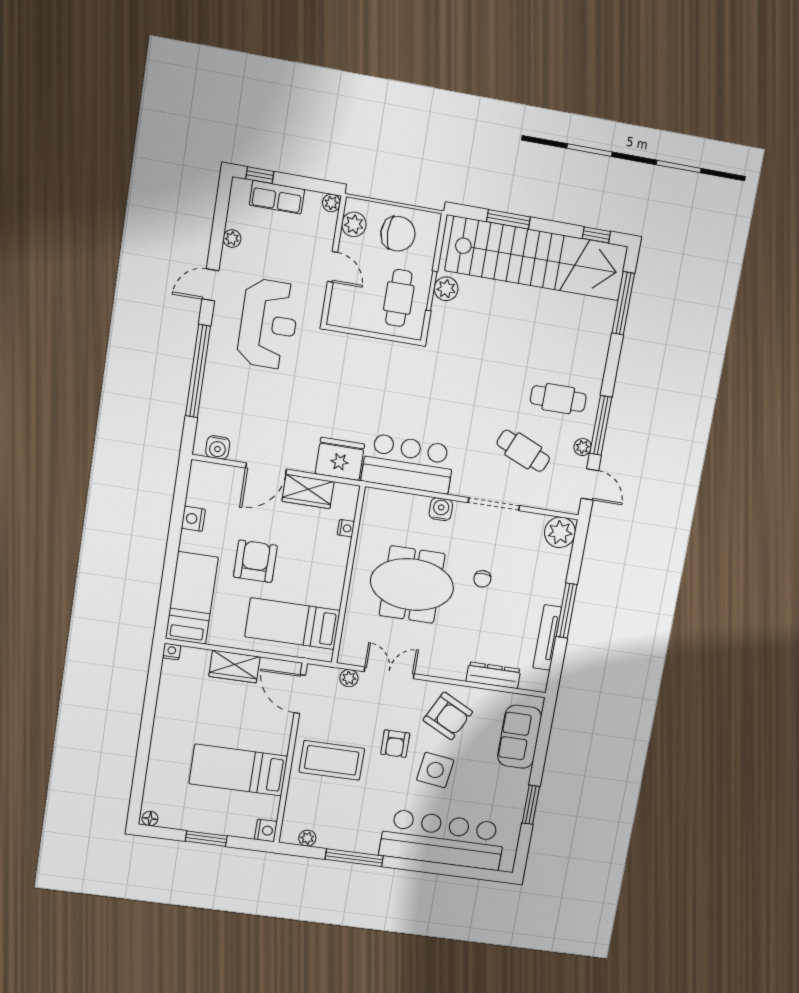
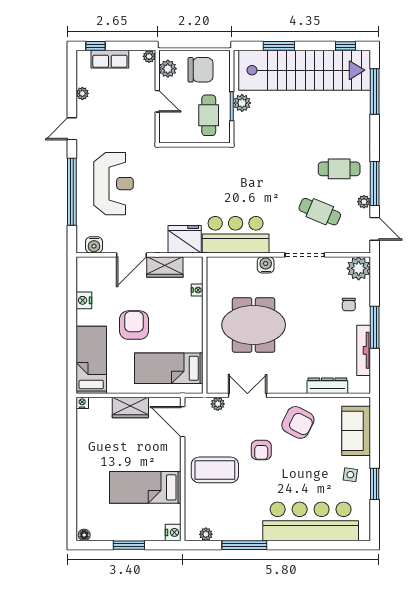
reception desk: (268, 324) -> (114, 184), moved
chair: (482, 579) -> (349, 304), moved
side table: (435, 770) -> (350, 475), moved, width x0.54, depth x0.54

